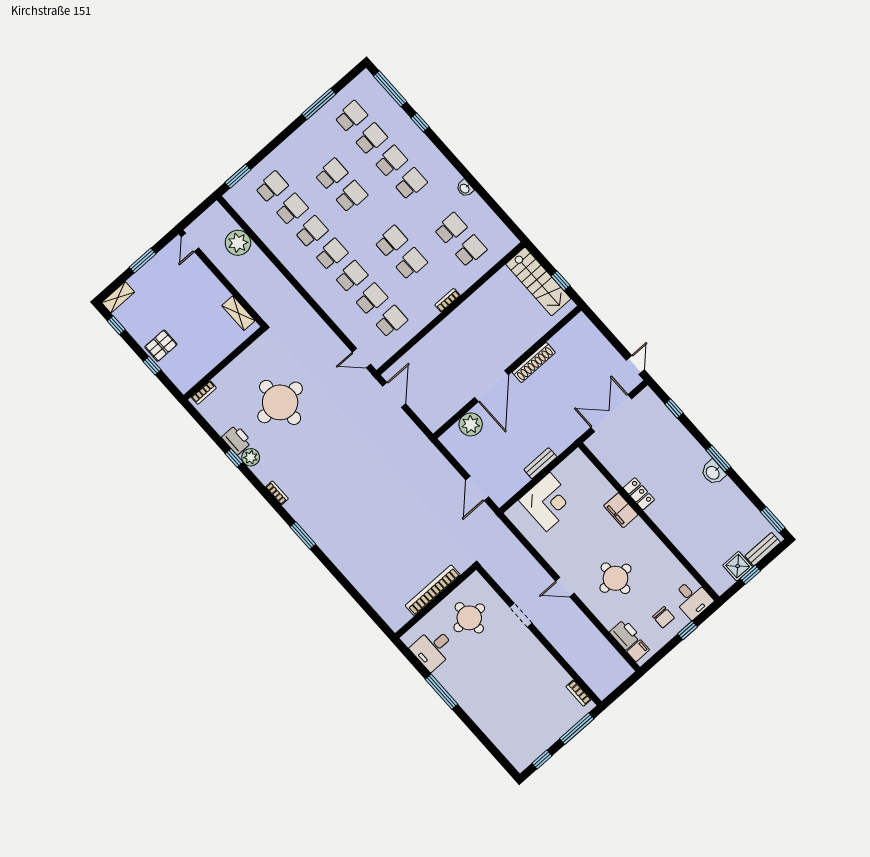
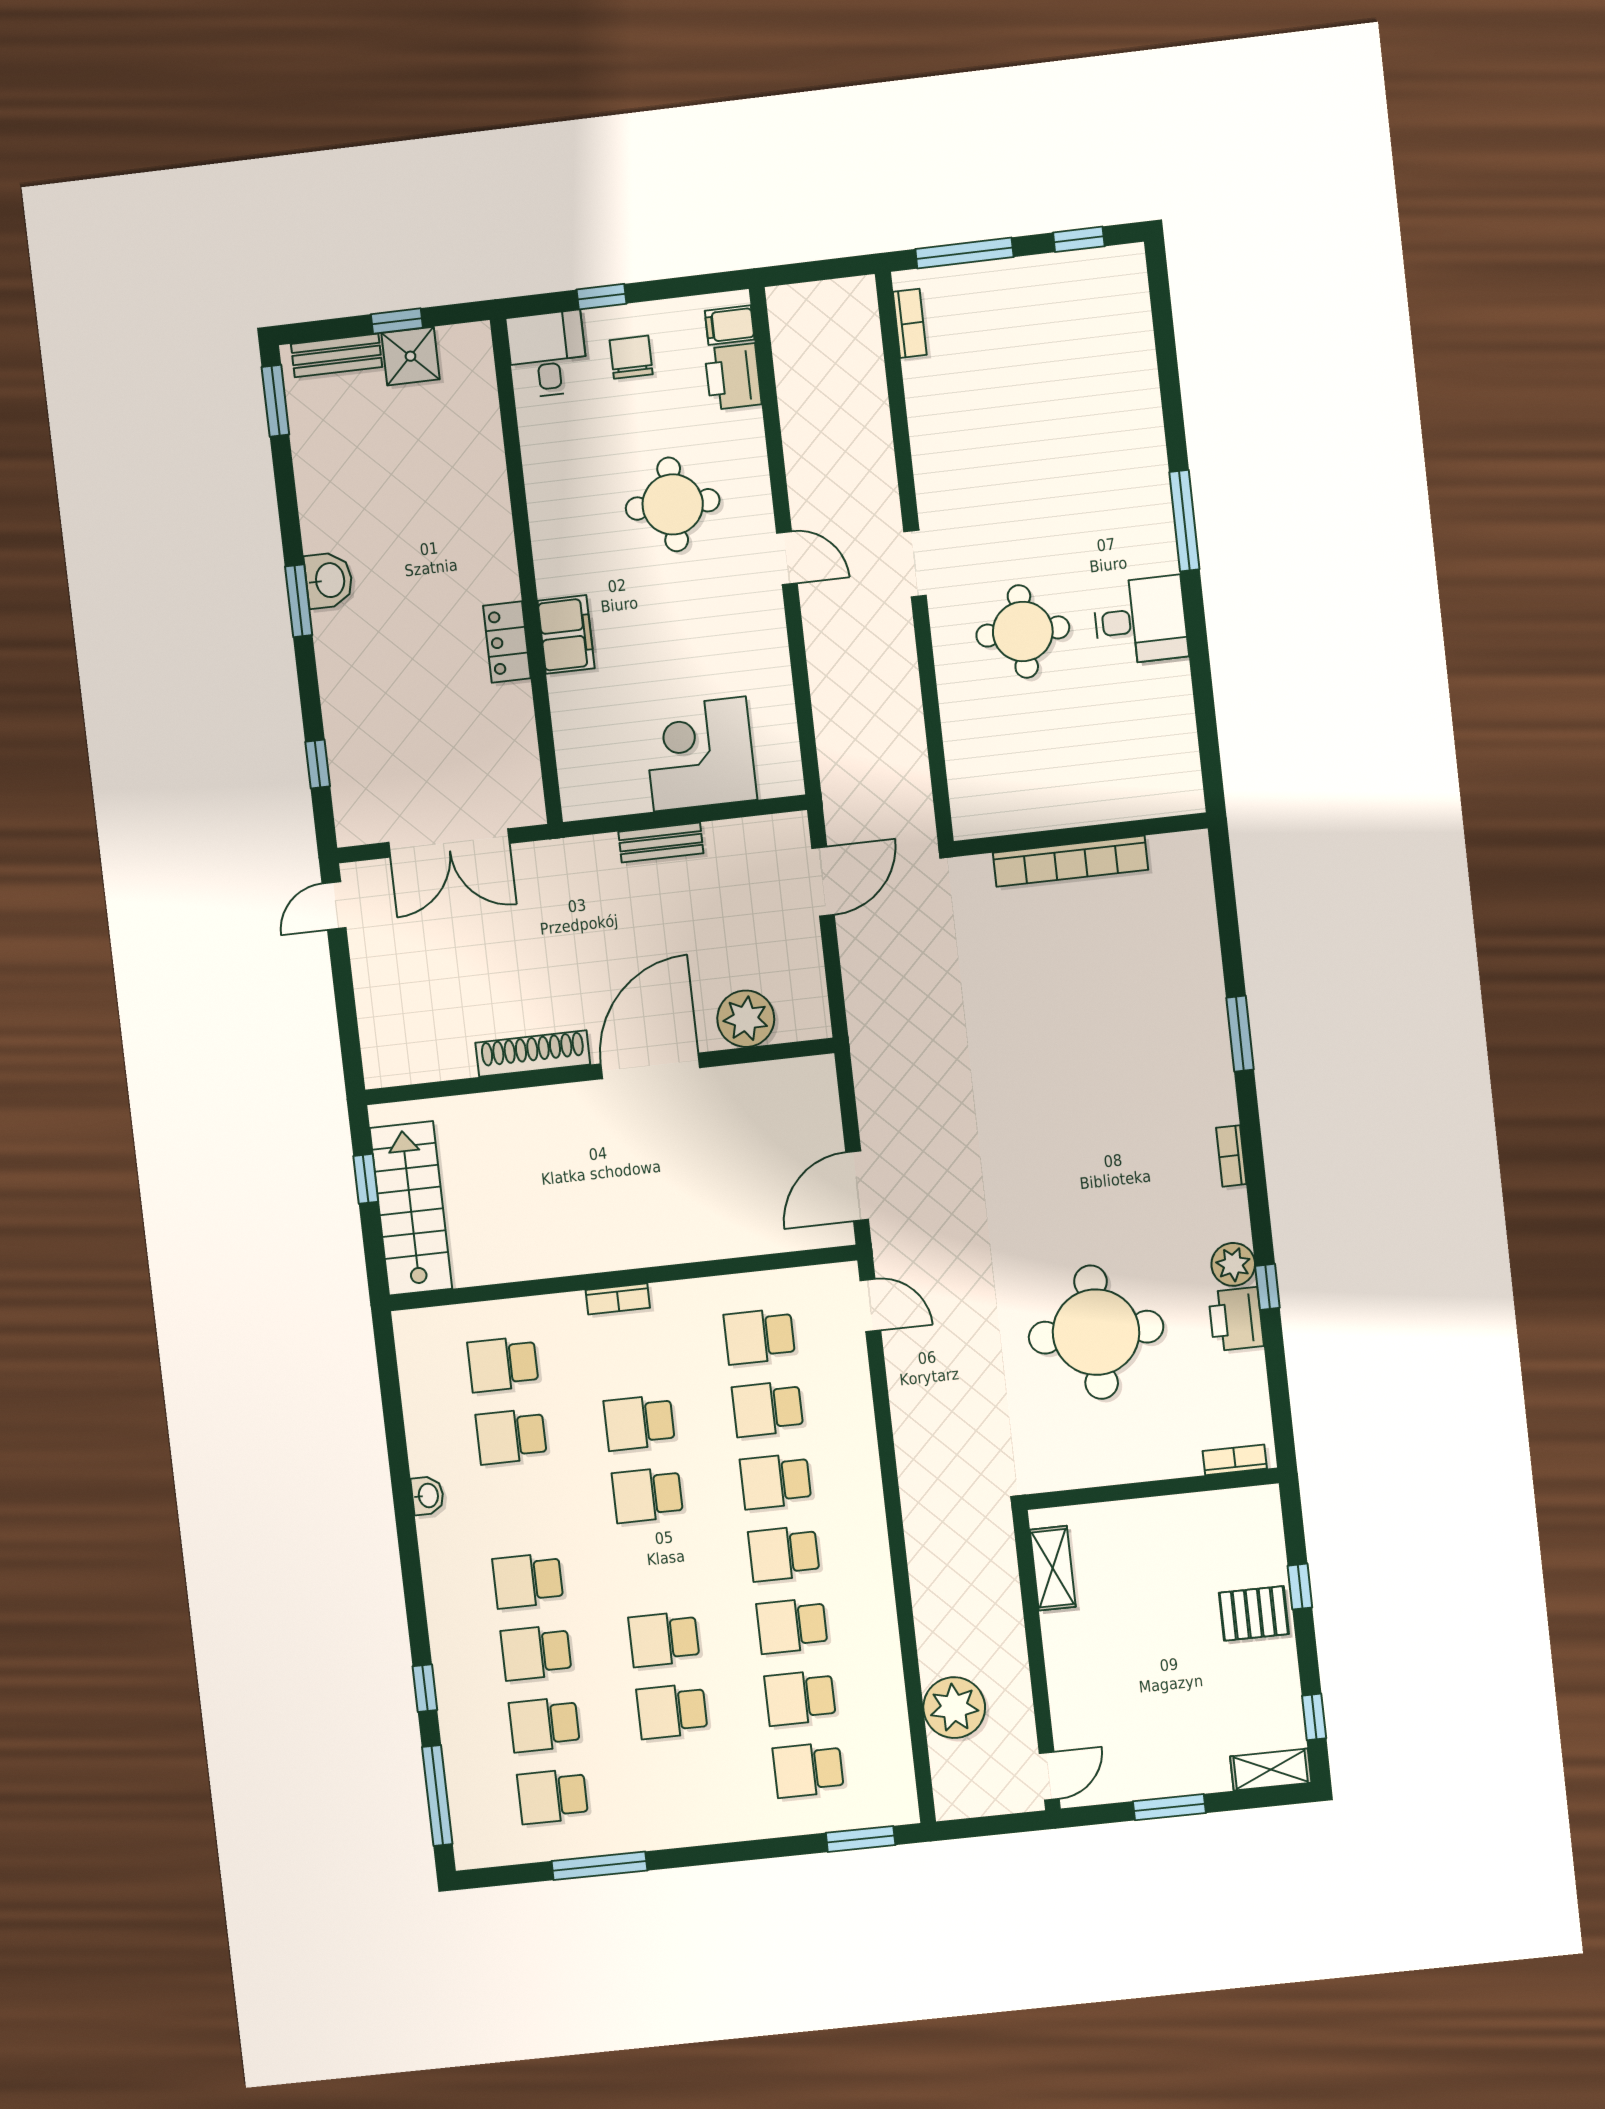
bookcase: (433, 590) -> (1070, 861), moved
wall: (436, 601) -> (1081, 835), moved

